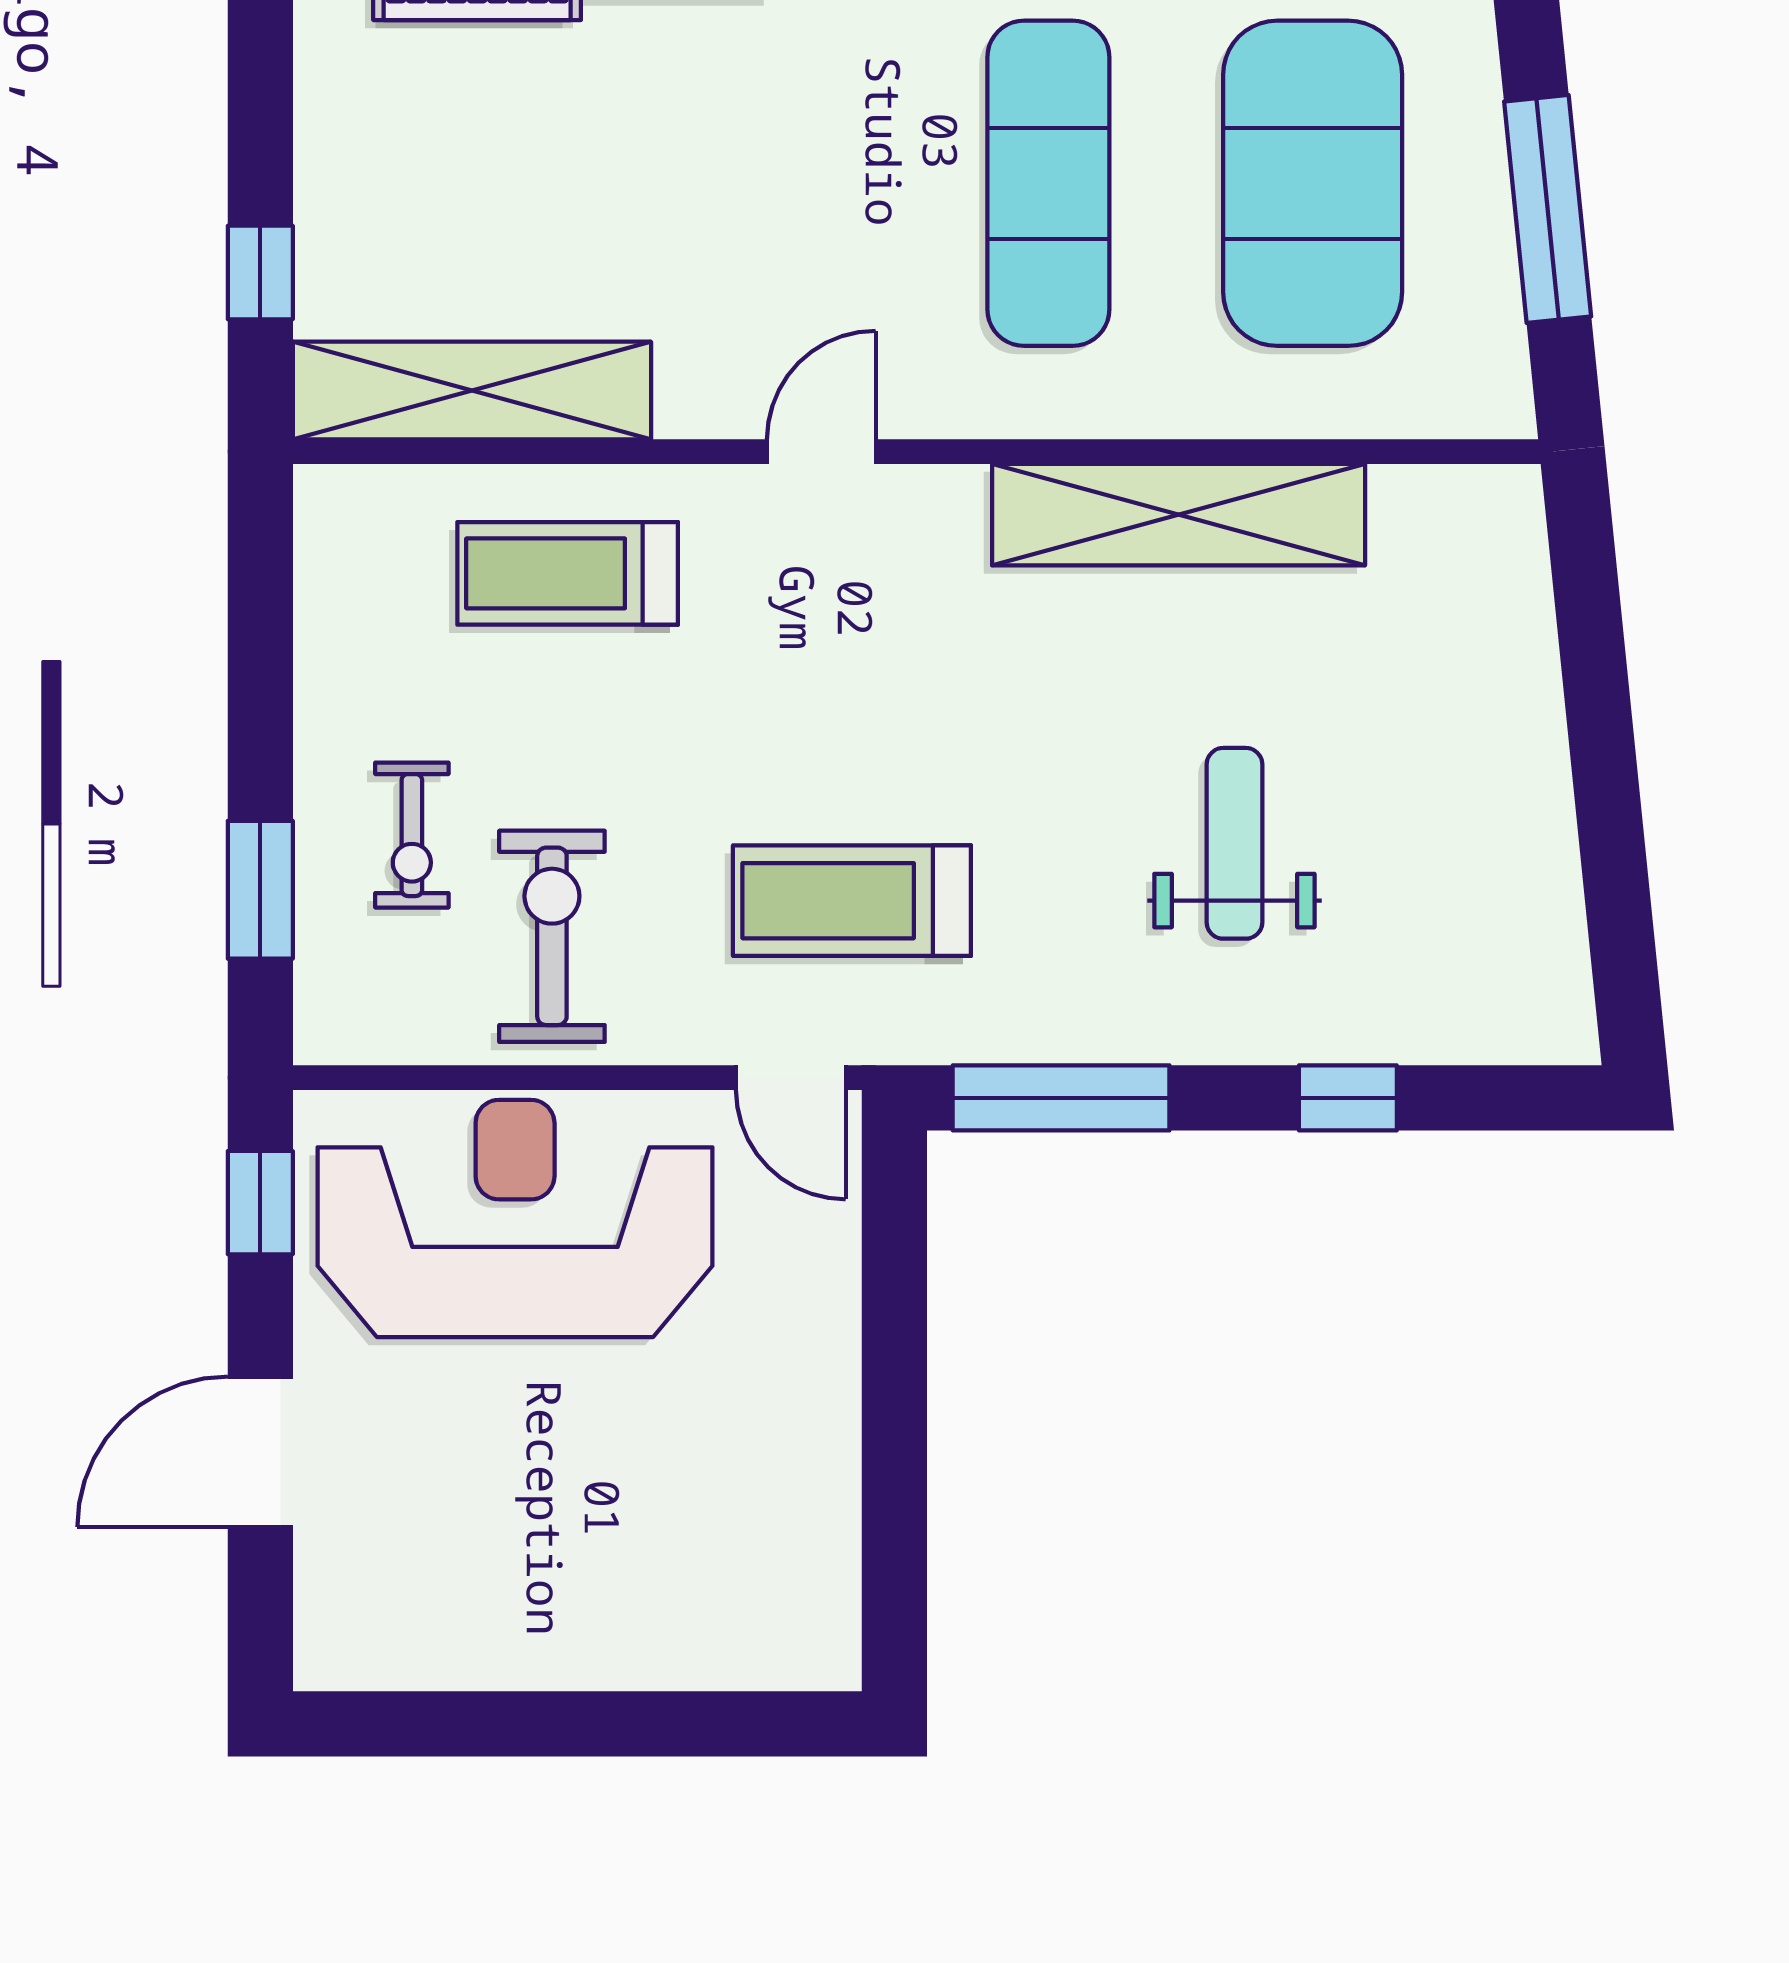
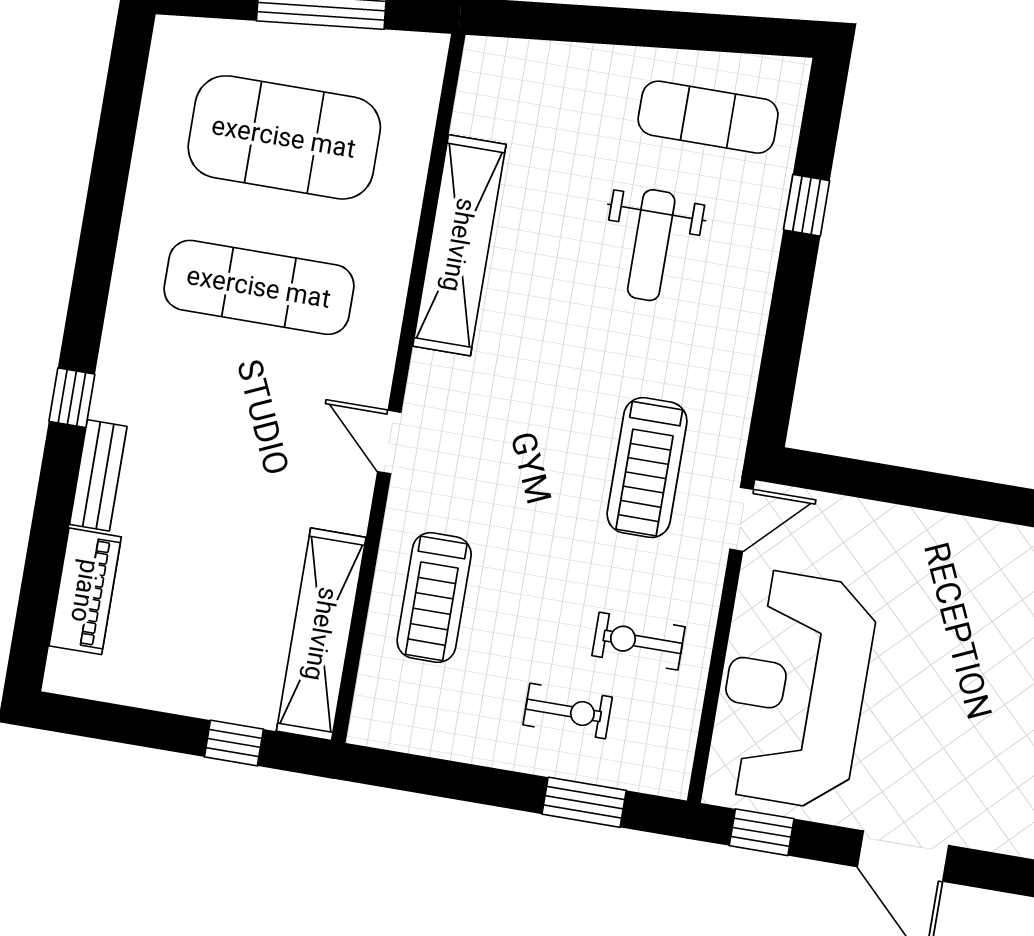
weight bench: (1234, 843) -> (651, 245), turned -90
exercise mat: (1470, 904) -> (708, 117), added
exercise bike: (552, 936) -> (638, 641), width x0.73, depth x0.72
window: (1061, 1098) -> (779, 368), removed

